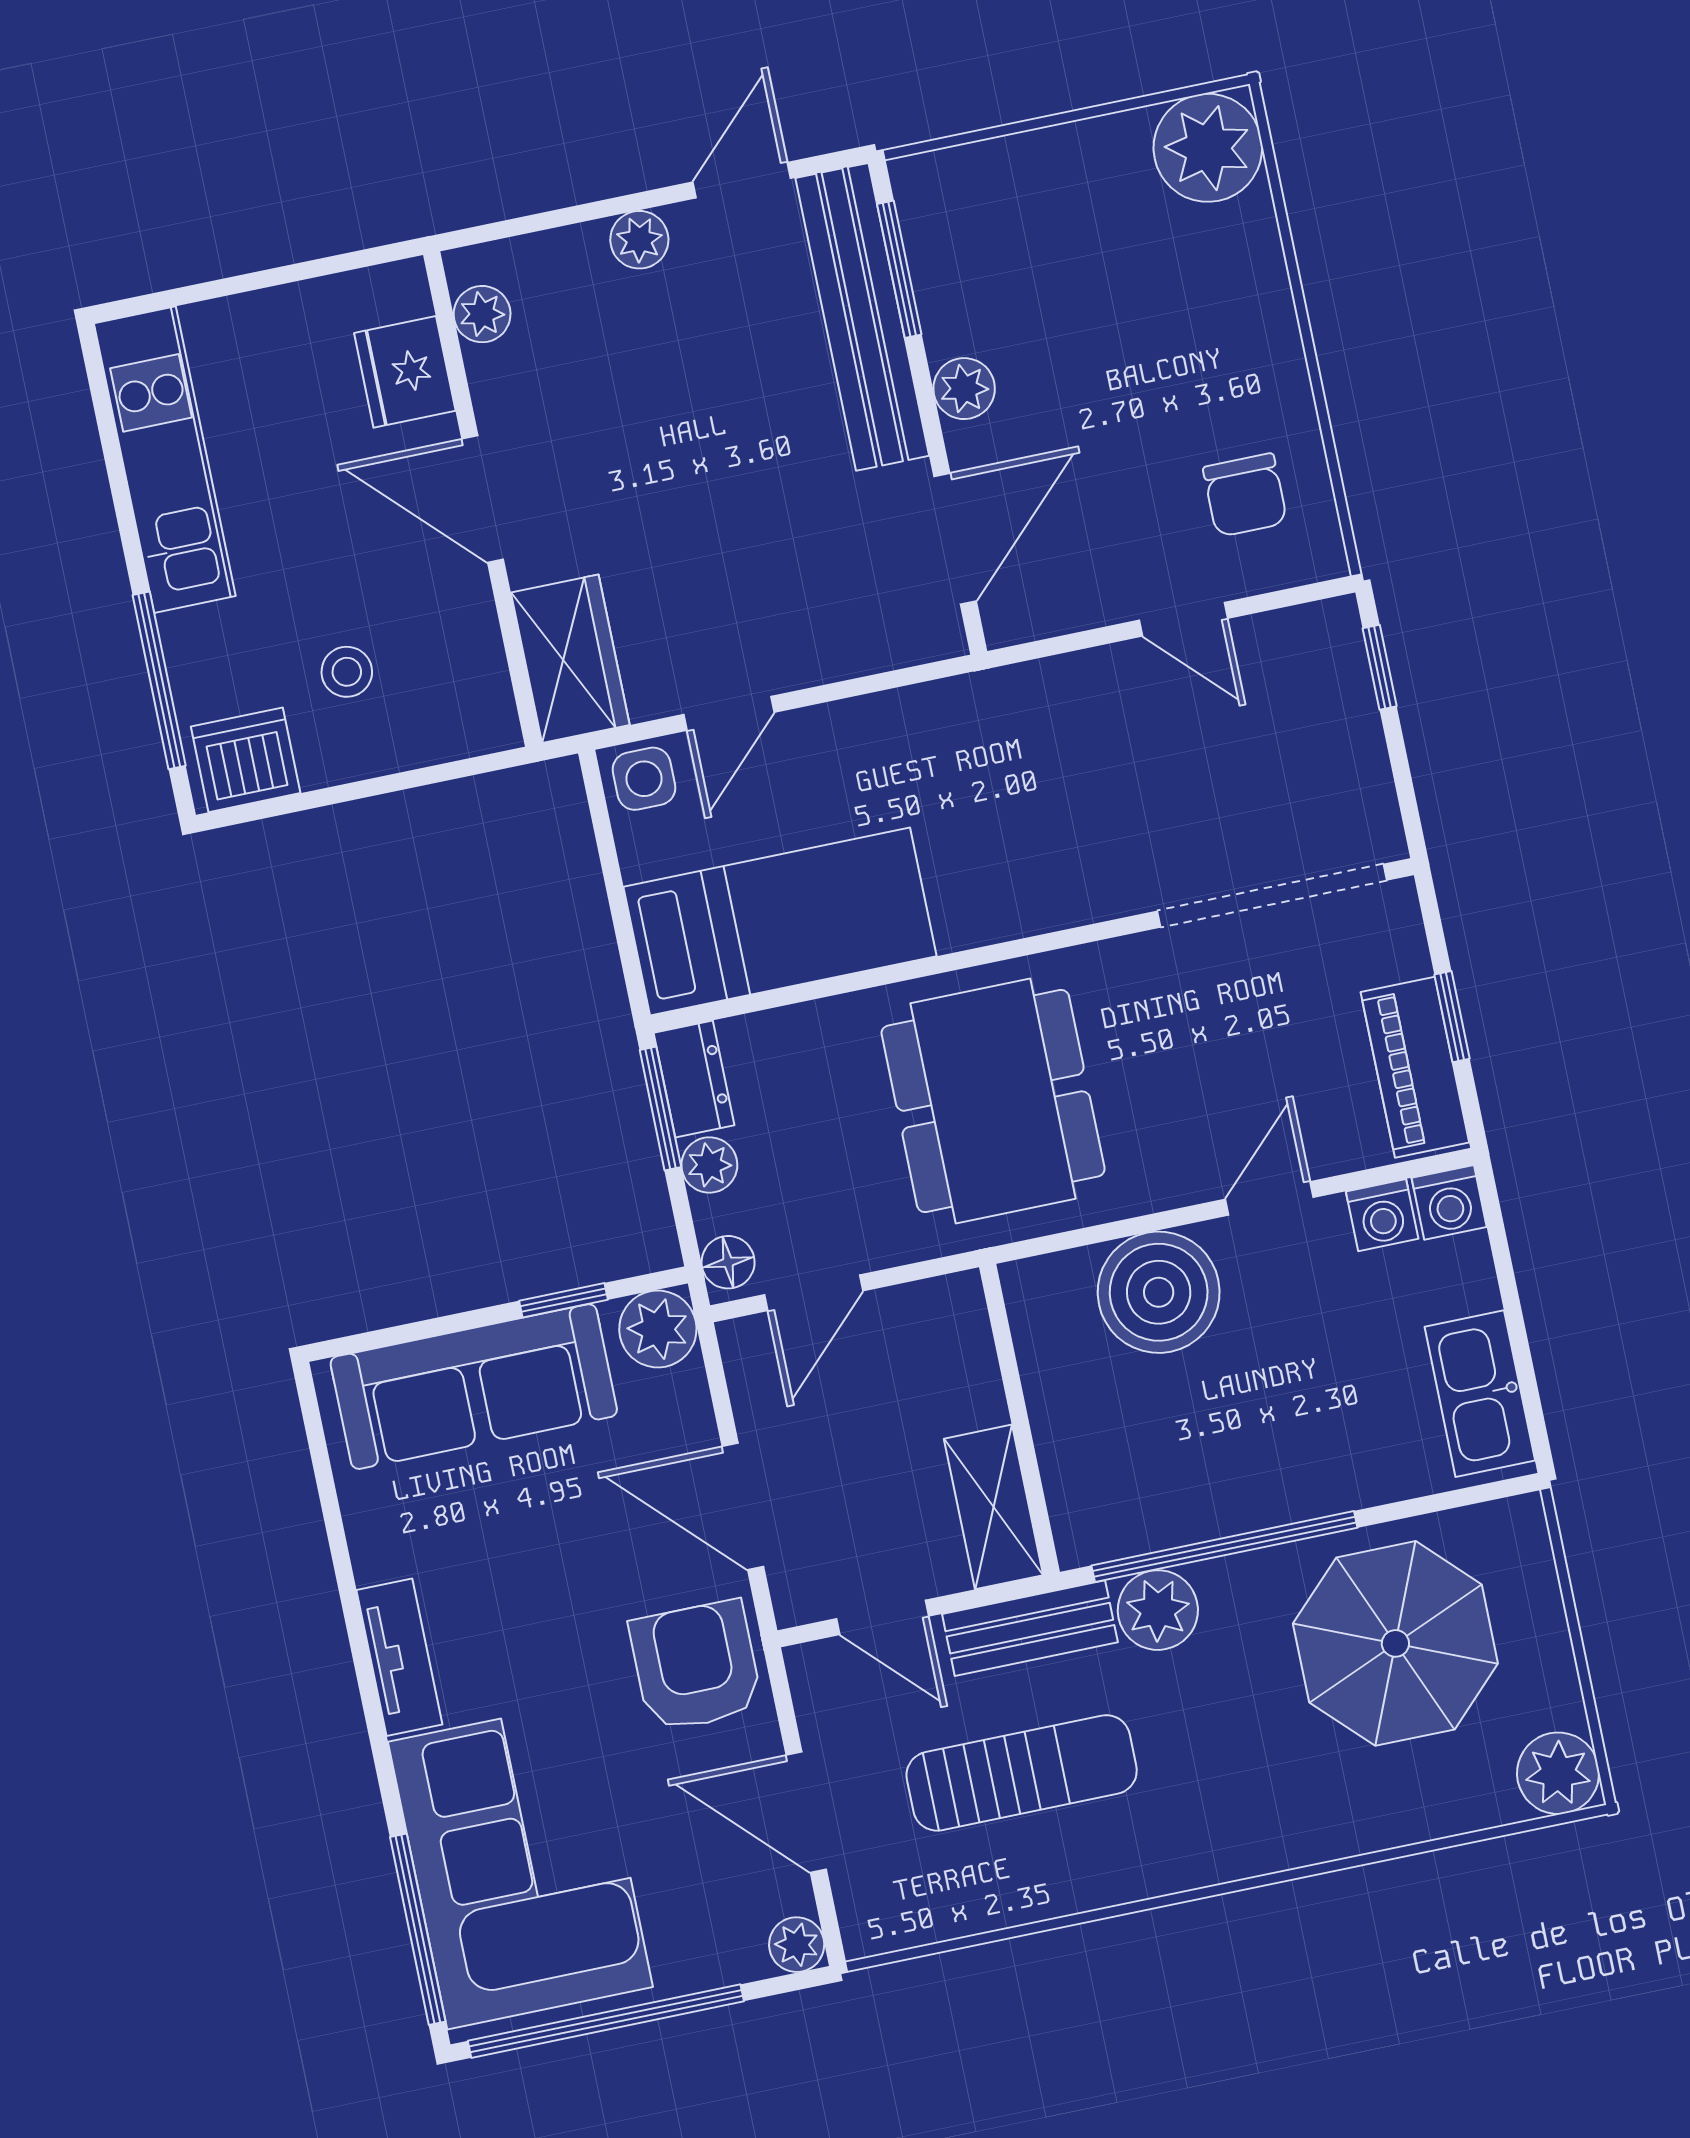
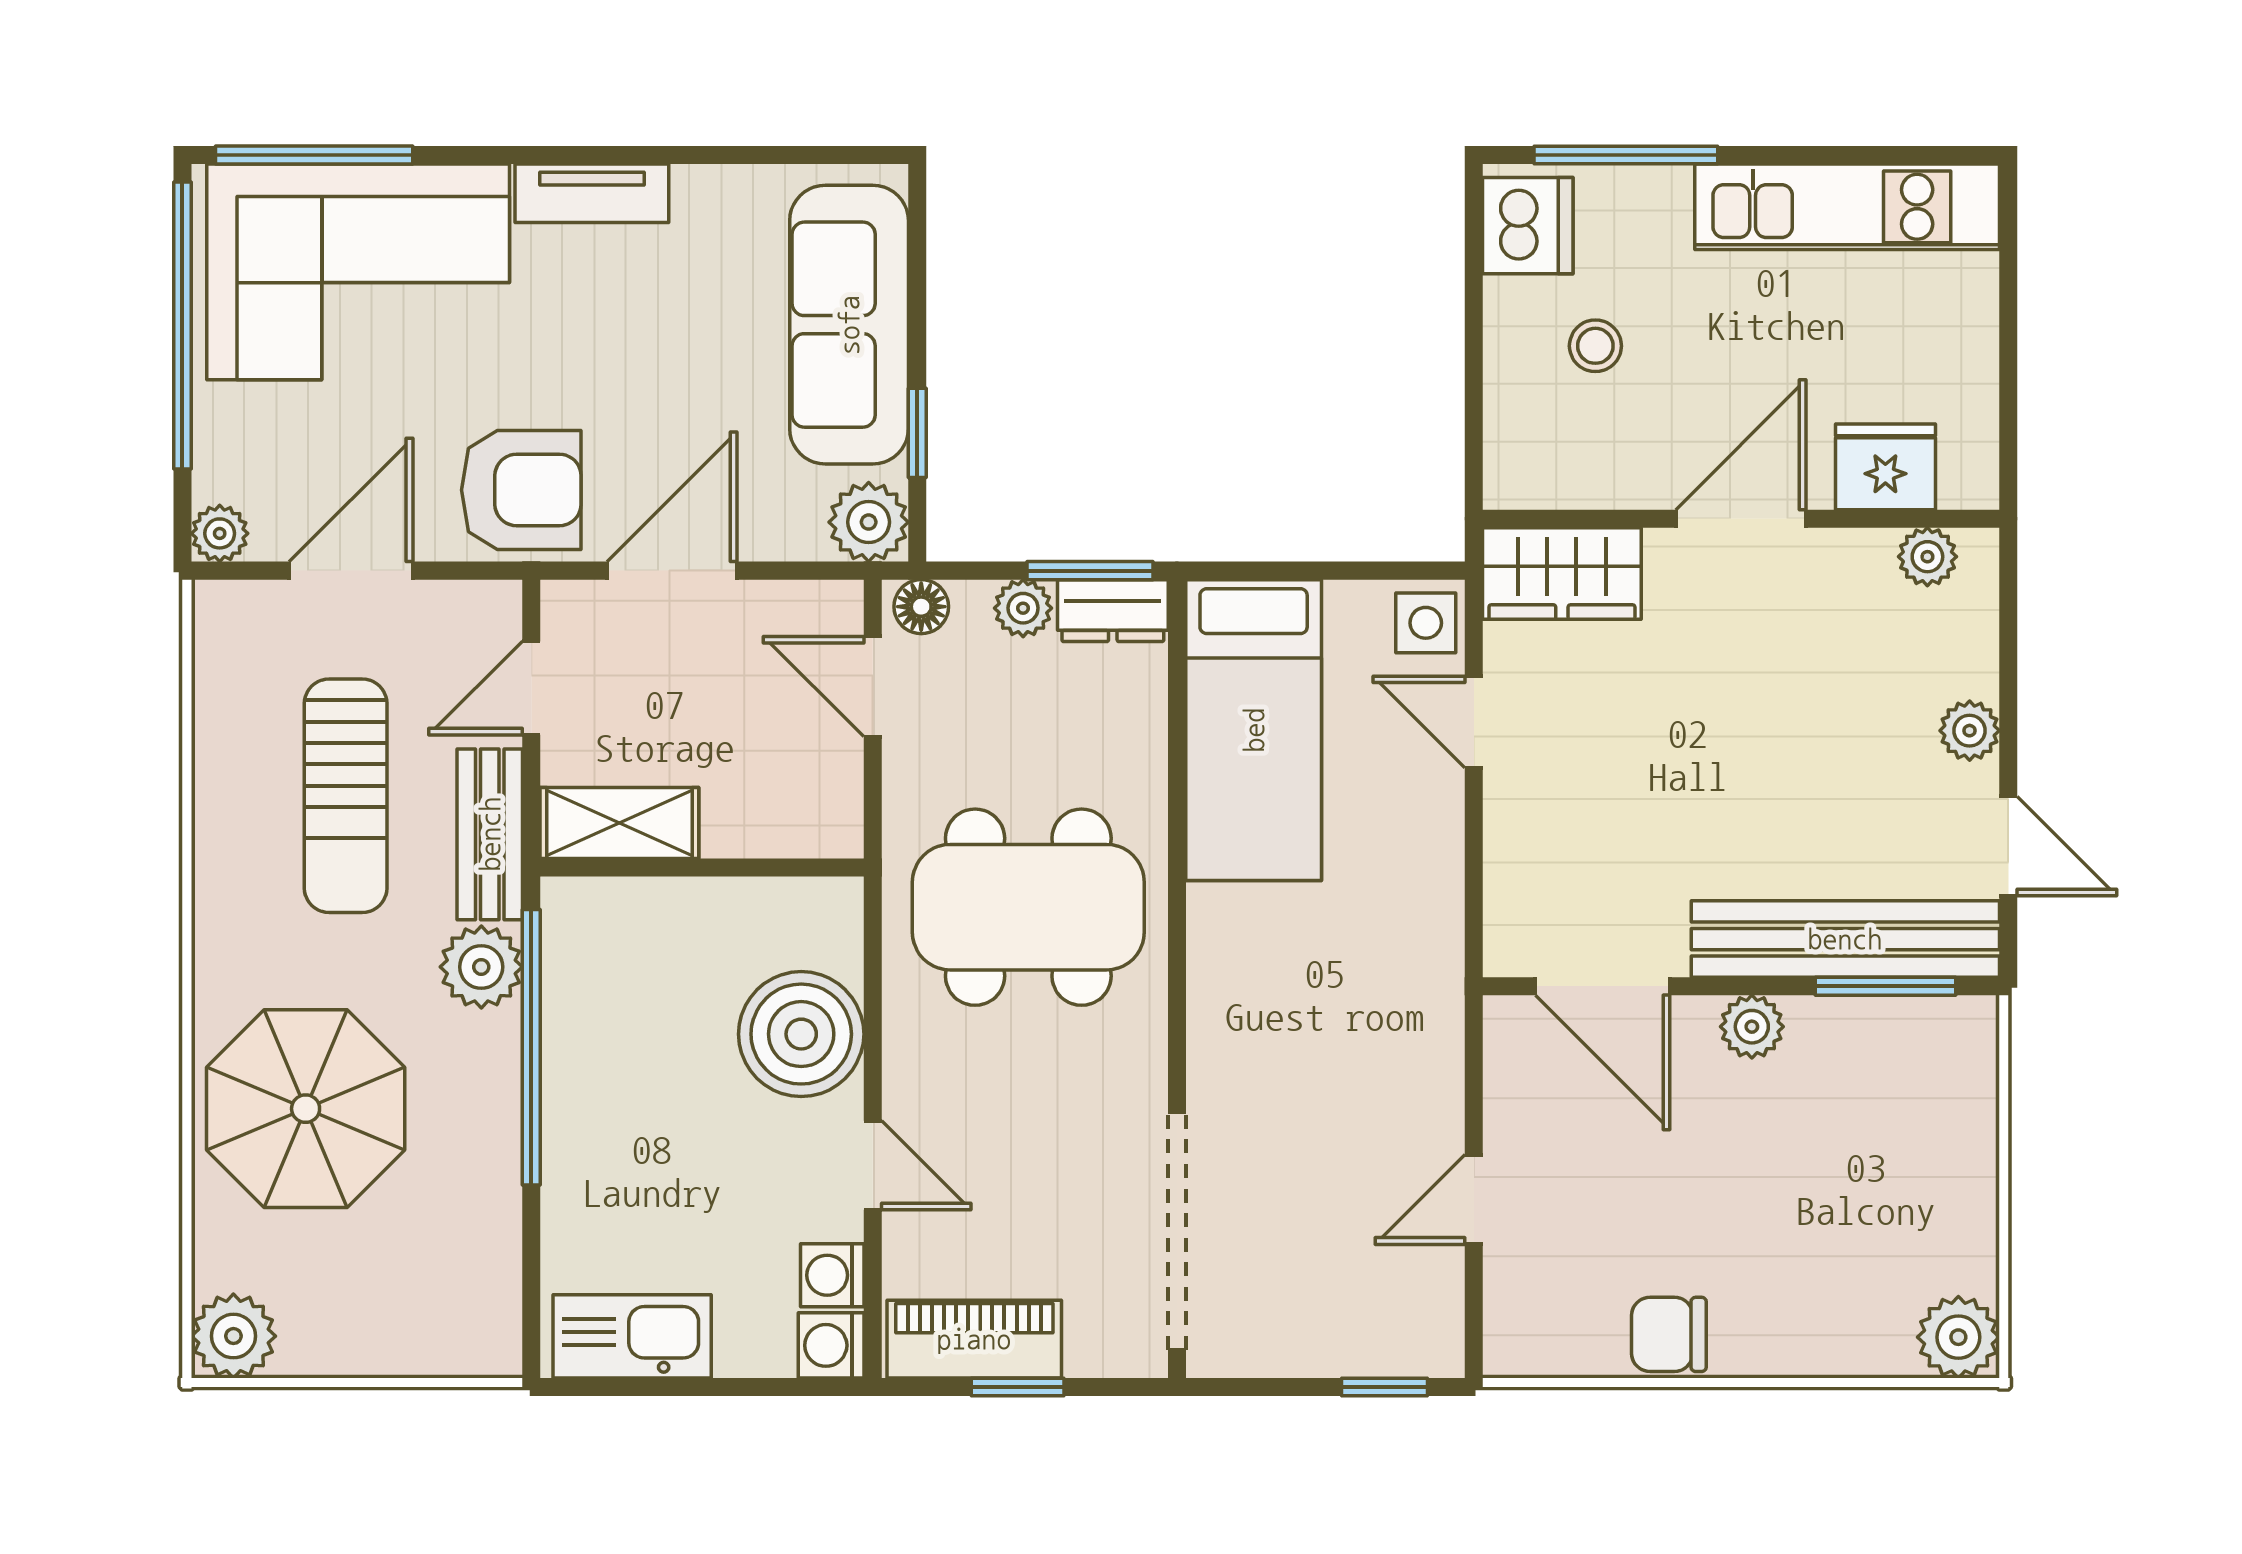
plant: (1208, 148) -> (1958, 1337), width x0.73, depth x0.73
chair: (1245, 495) -> (1669, 1334), moved
parasol: (1395, 1643) -> (306, 1109), moved

